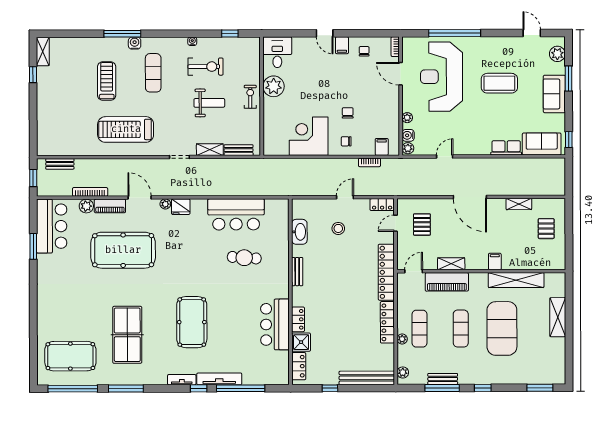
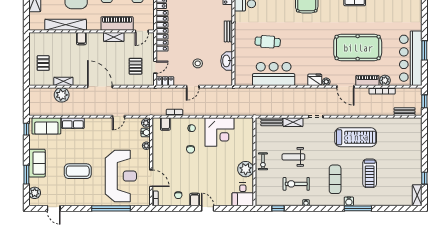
plant: (521, 186) -> (62, 95), added
bar counter: (52, 226) -> (411, 58), width x1.36

